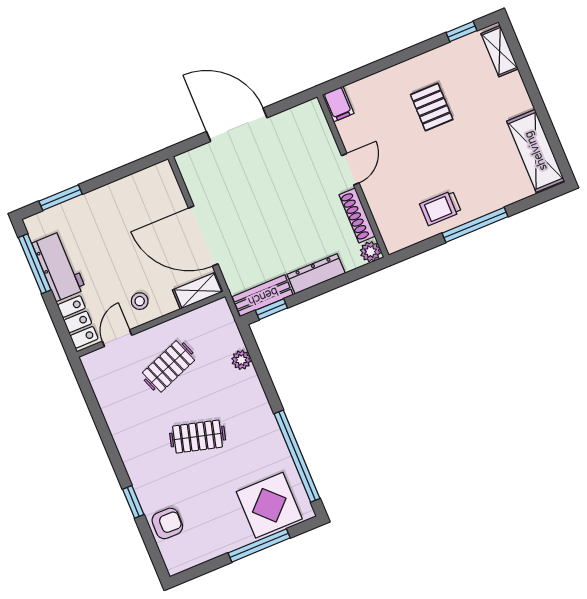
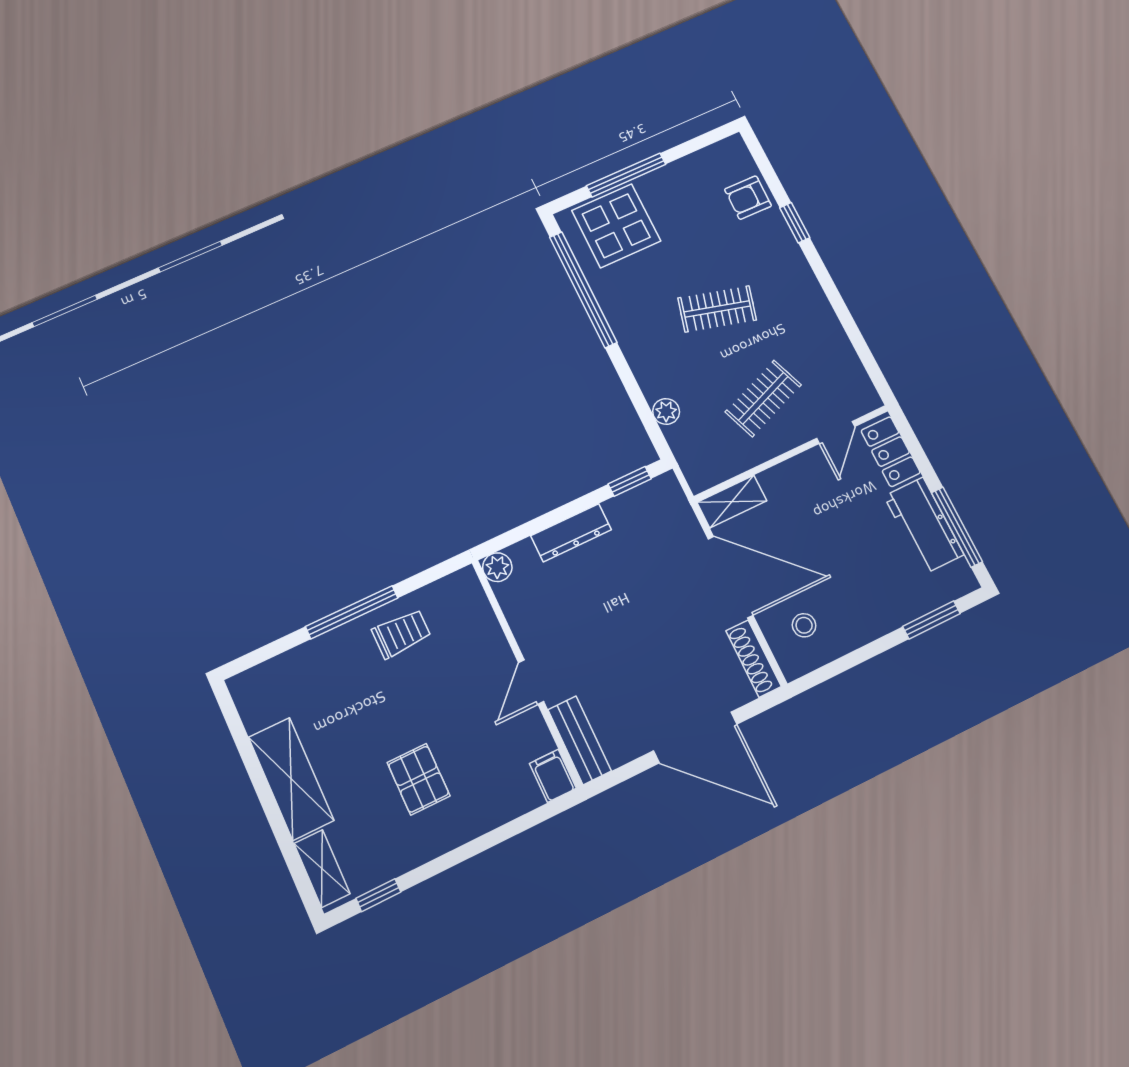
shelving: (536, 151) -> (291, 779), moved
shoe rack: (357, 215) -> (754, 658), moved, turned 180
bench: (263, 296) -> (580, 740), moved, turned 90
stool: (140, 301) -> (804, 625), moved

